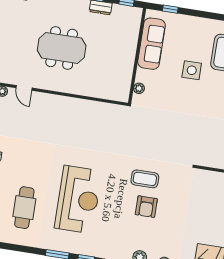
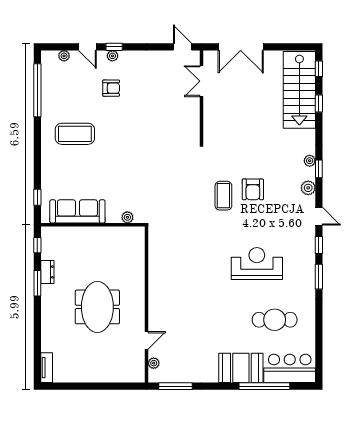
side table: (192, 70) -> (99, 164), removed
reception desk: (78, 200) -> (257, 263), width x0.74, depth x0.77
armchair: (146, 207) -> (253, 189), turned 90

